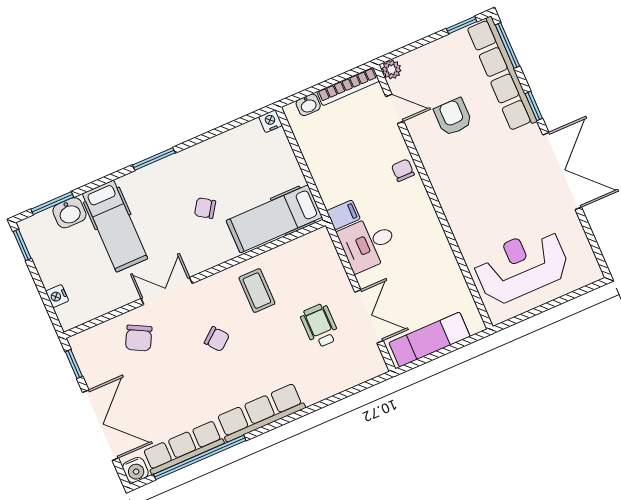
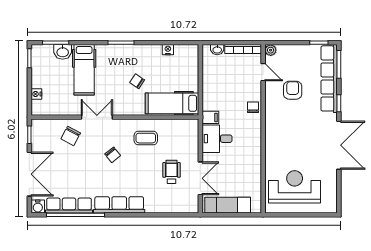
nightstand: (271, 121) -> (168, 50), moved
coffee table: (257, 291) -> (146, 138), turned 90

